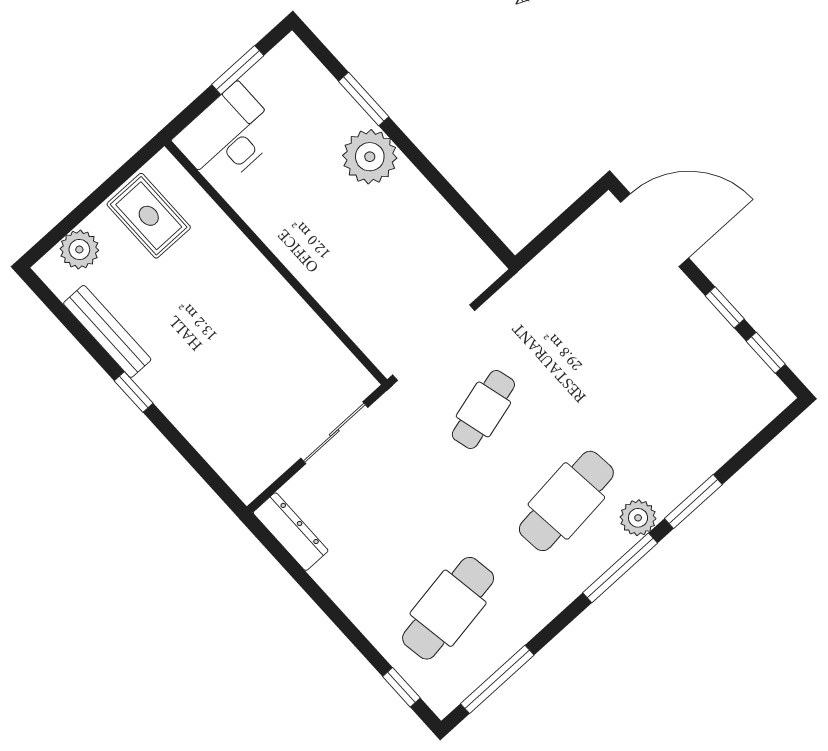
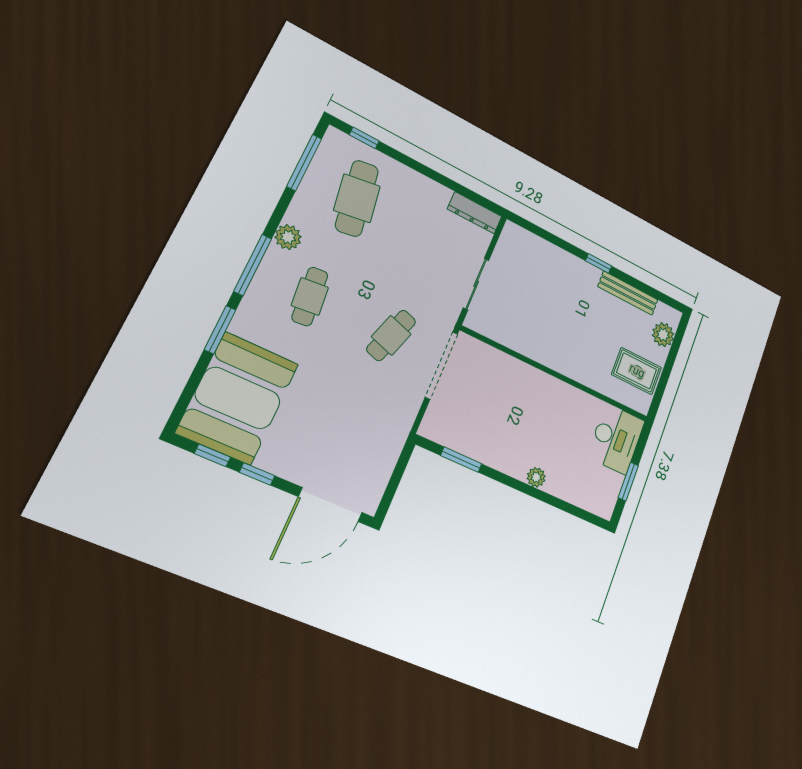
window: (364, 99) -> (461, 460), moved
plant: (370, 157) -> (536, 477), width x0.53, depth x0.53
cafe table: (483, 409) -> (391, 335), turned 33
booth: (708, 409) -> (238, 398), added
cafe table: (566, 501) -> (310, 296), width x0.73, depth x0.74
plant: (638, 518) -> (288, 237), moved

